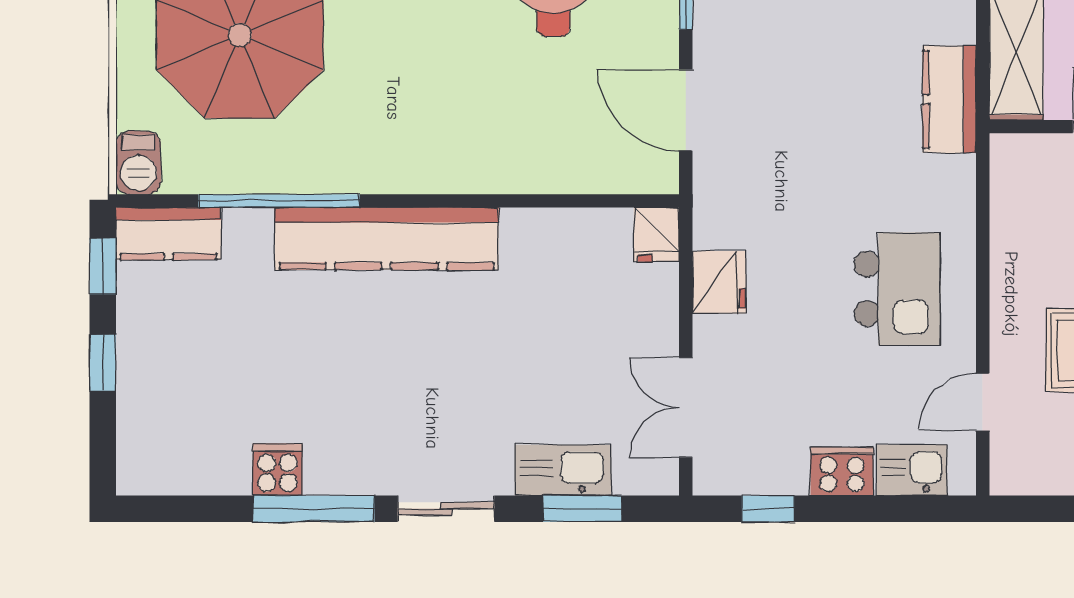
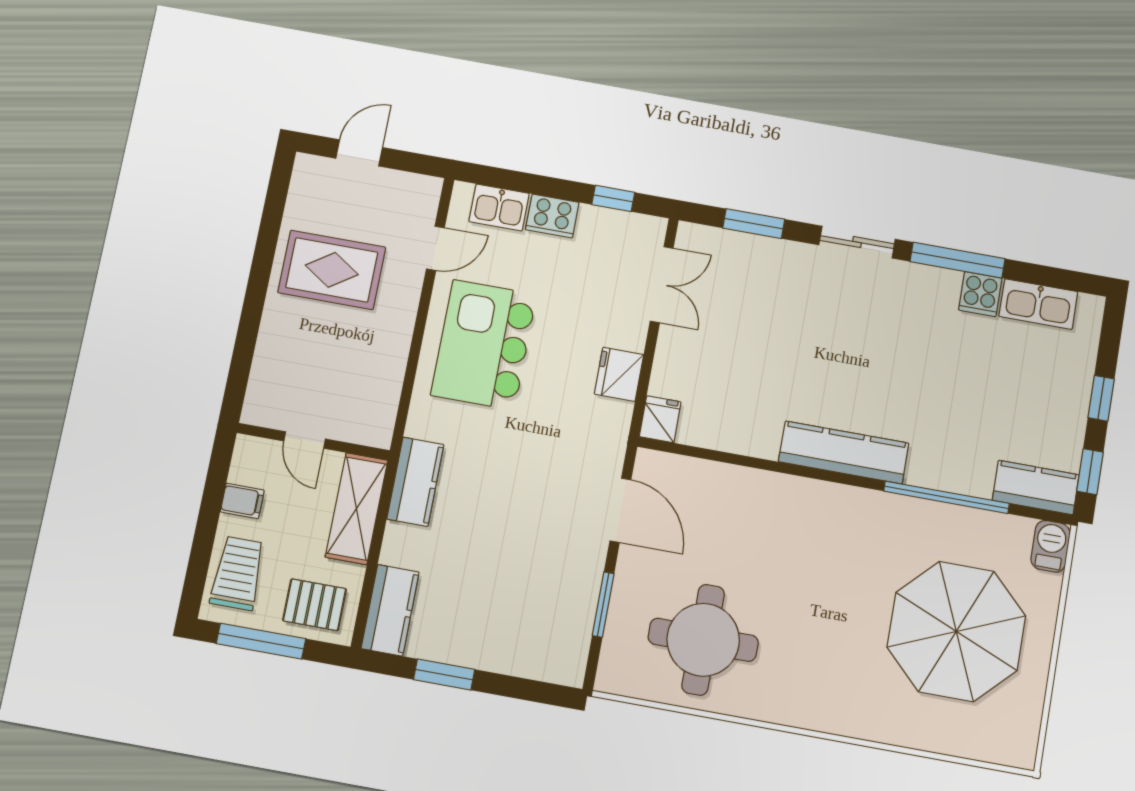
kitchen counter: (387, 239) -> (844, 452), width x0.72, depth x0.86
kitchen island: (897, 289) -> (484, 345), width x1.37, depth x1.28
kitchen sink: (563, 470) -> (1038, 304), moved

